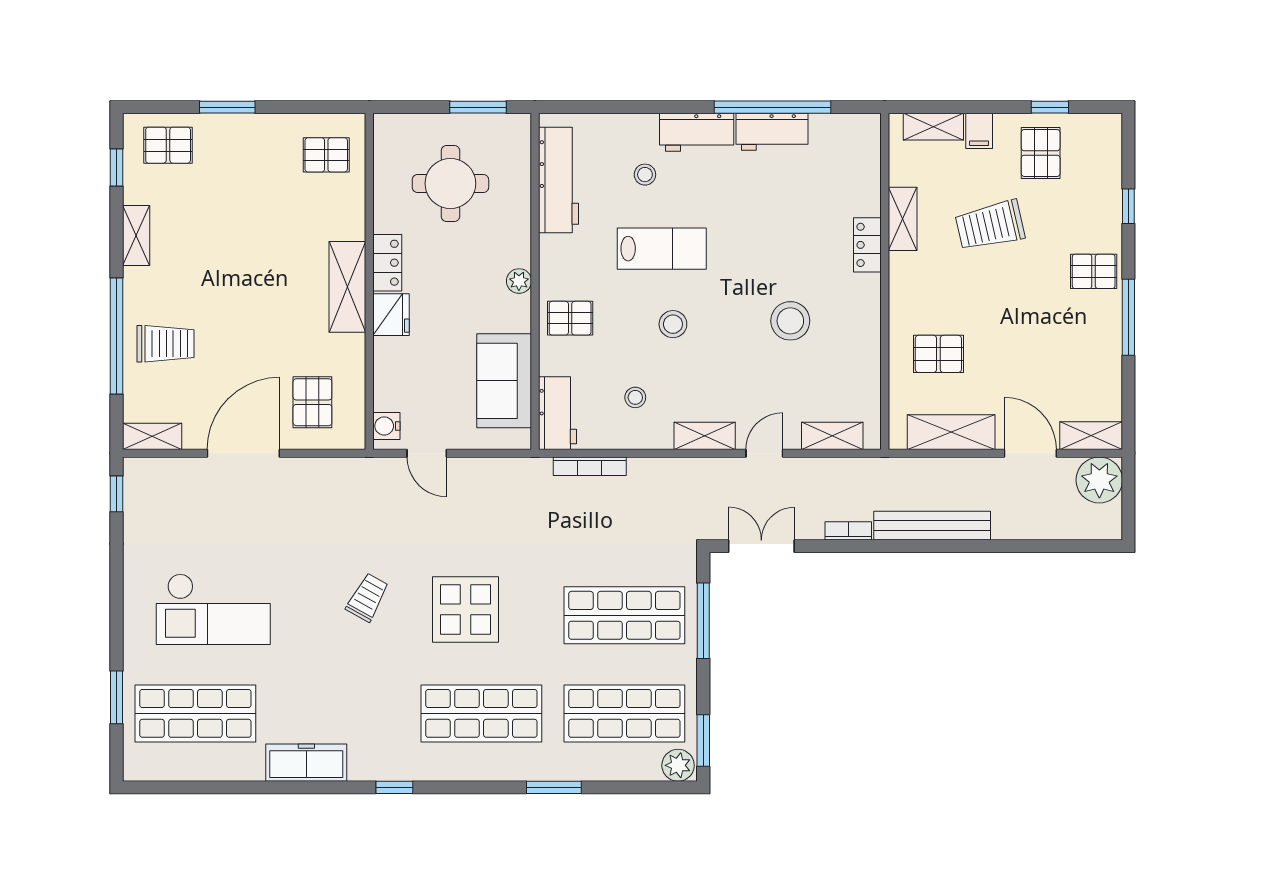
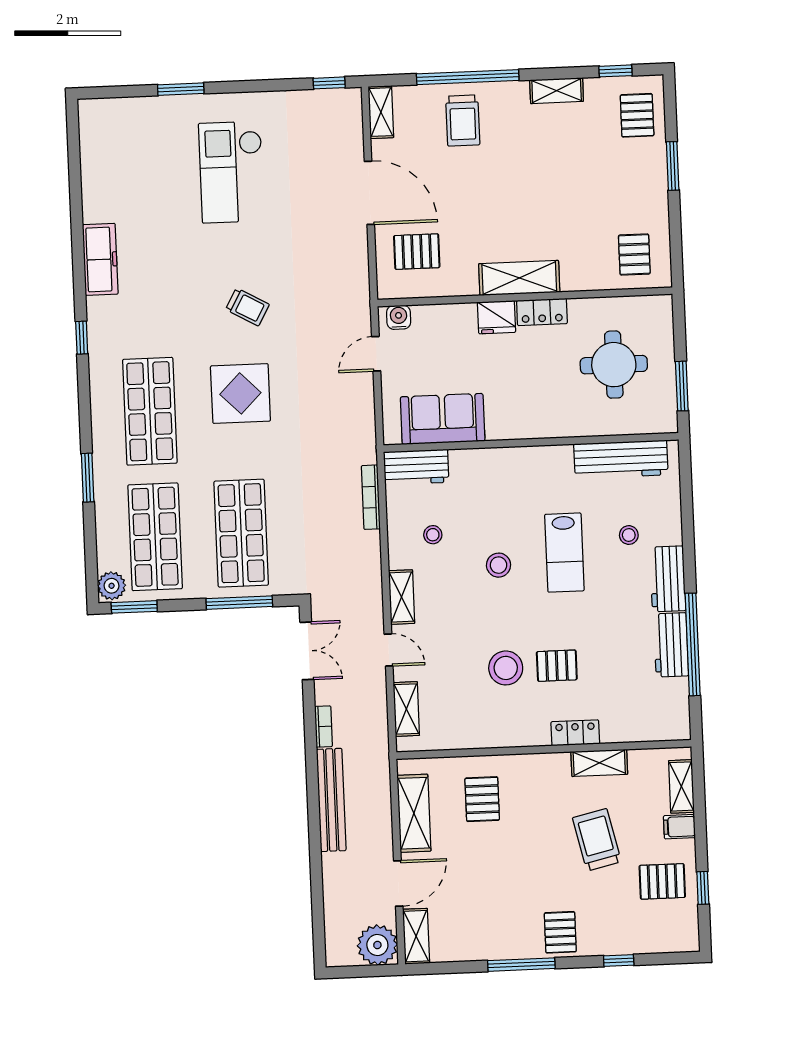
plant: (519, 281) -> (531, 428), removed
pallet: (570, 318) -> (557, 666), moved, turned 90
window: (117, 697) -> (181, 89), moved
shop shelf: (195, 713) -> (139, 160), removed

